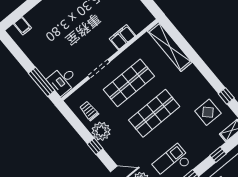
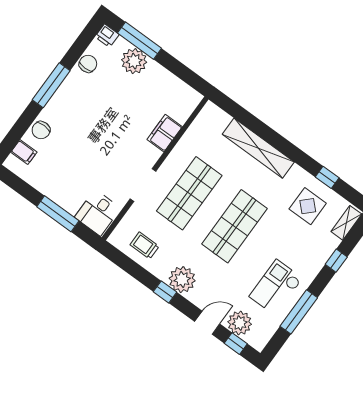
chair: (38, 14) -> (41, 130), added
shelving: (170, 47) -> (258, 148), moved
window: (42, 82) -> (58, 214), moved
plant: (101, 131) -> (182, 280), moved

